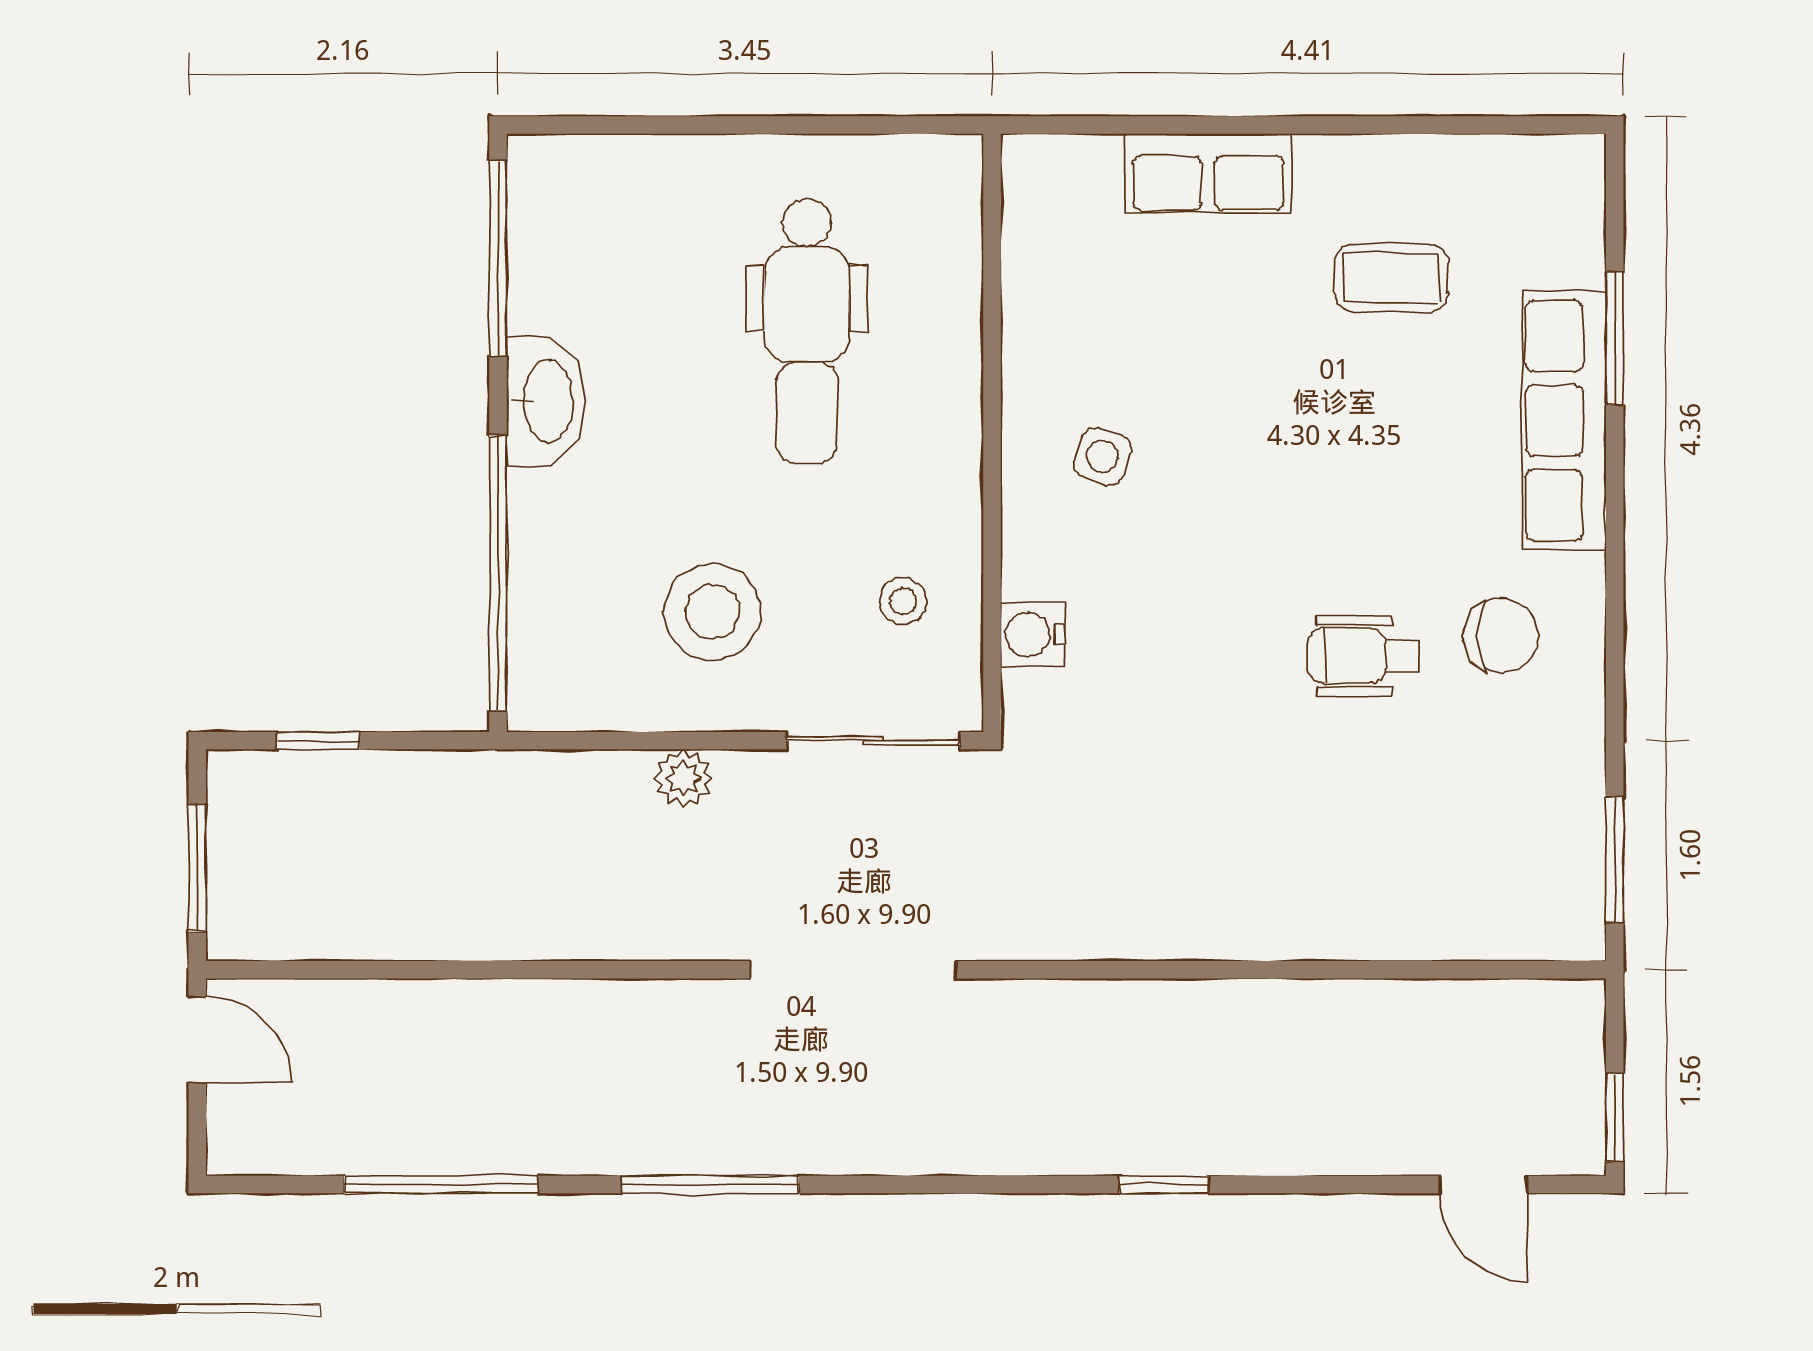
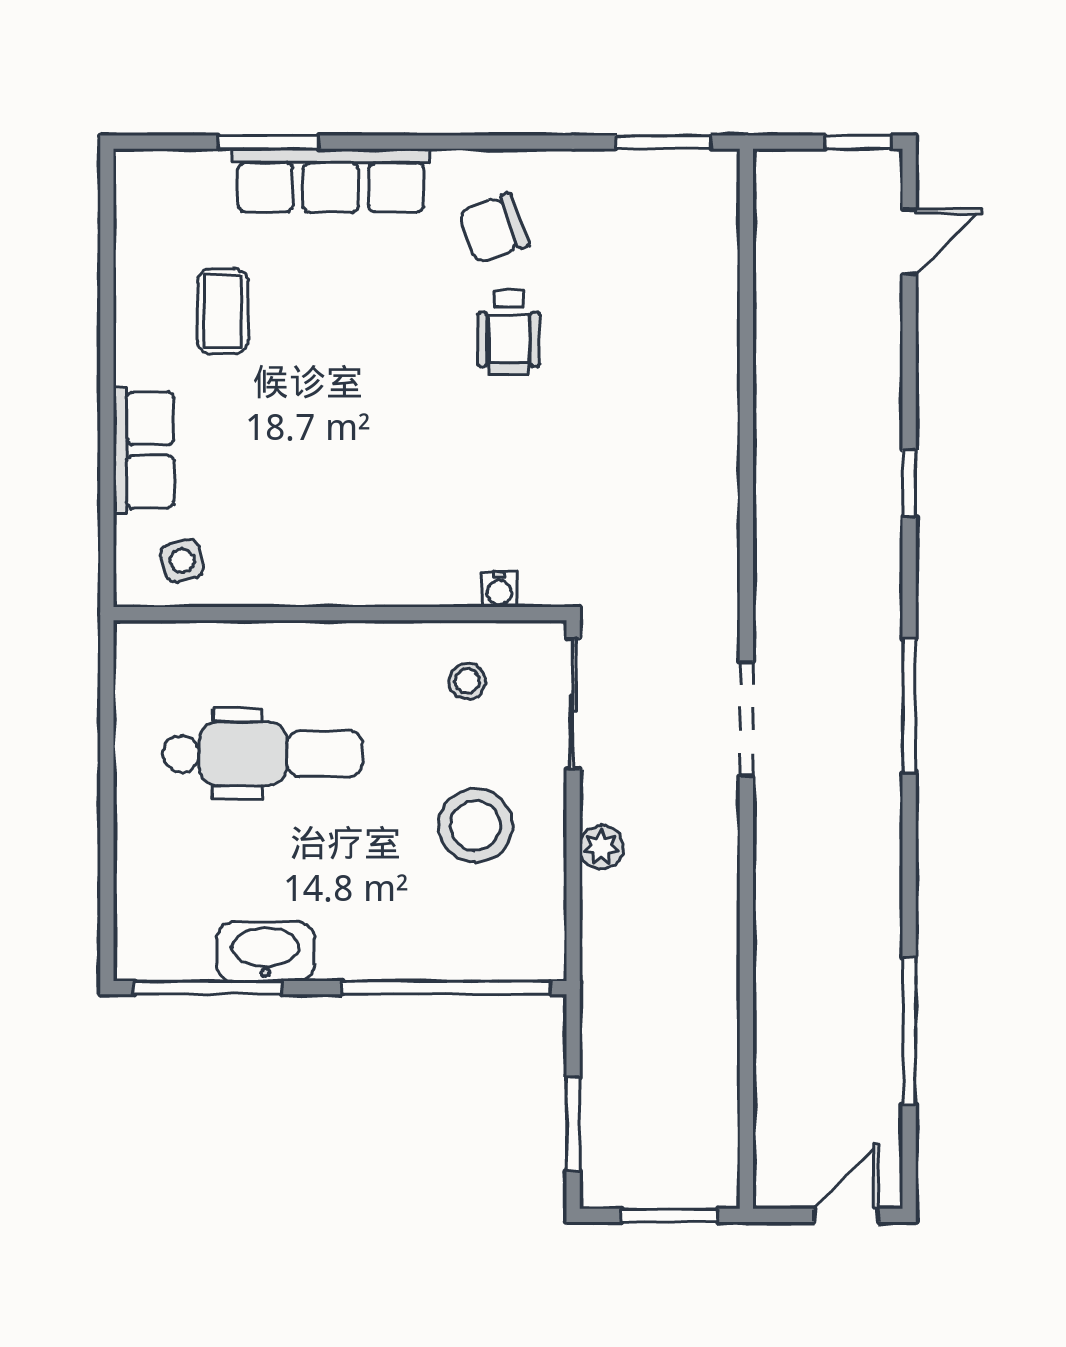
washbasin: (546, 401) -> (265, 951), moved
side table: (1103, 456) -> (182, 561), moved, turned -33
water cooler: (1033, 634) -> (499, 590), width x0.72, depth x0.72
chair: (1501, 636) -> (494, 228), turned -110
window: (318, 741) -> (573, 1124), width x1.50
doorway: (853, 970) -> (746, 719), width x0.73
door: (197, 1040) -> (846, 1215), moved
window: (710, 1185) -> (909, 706), moved

